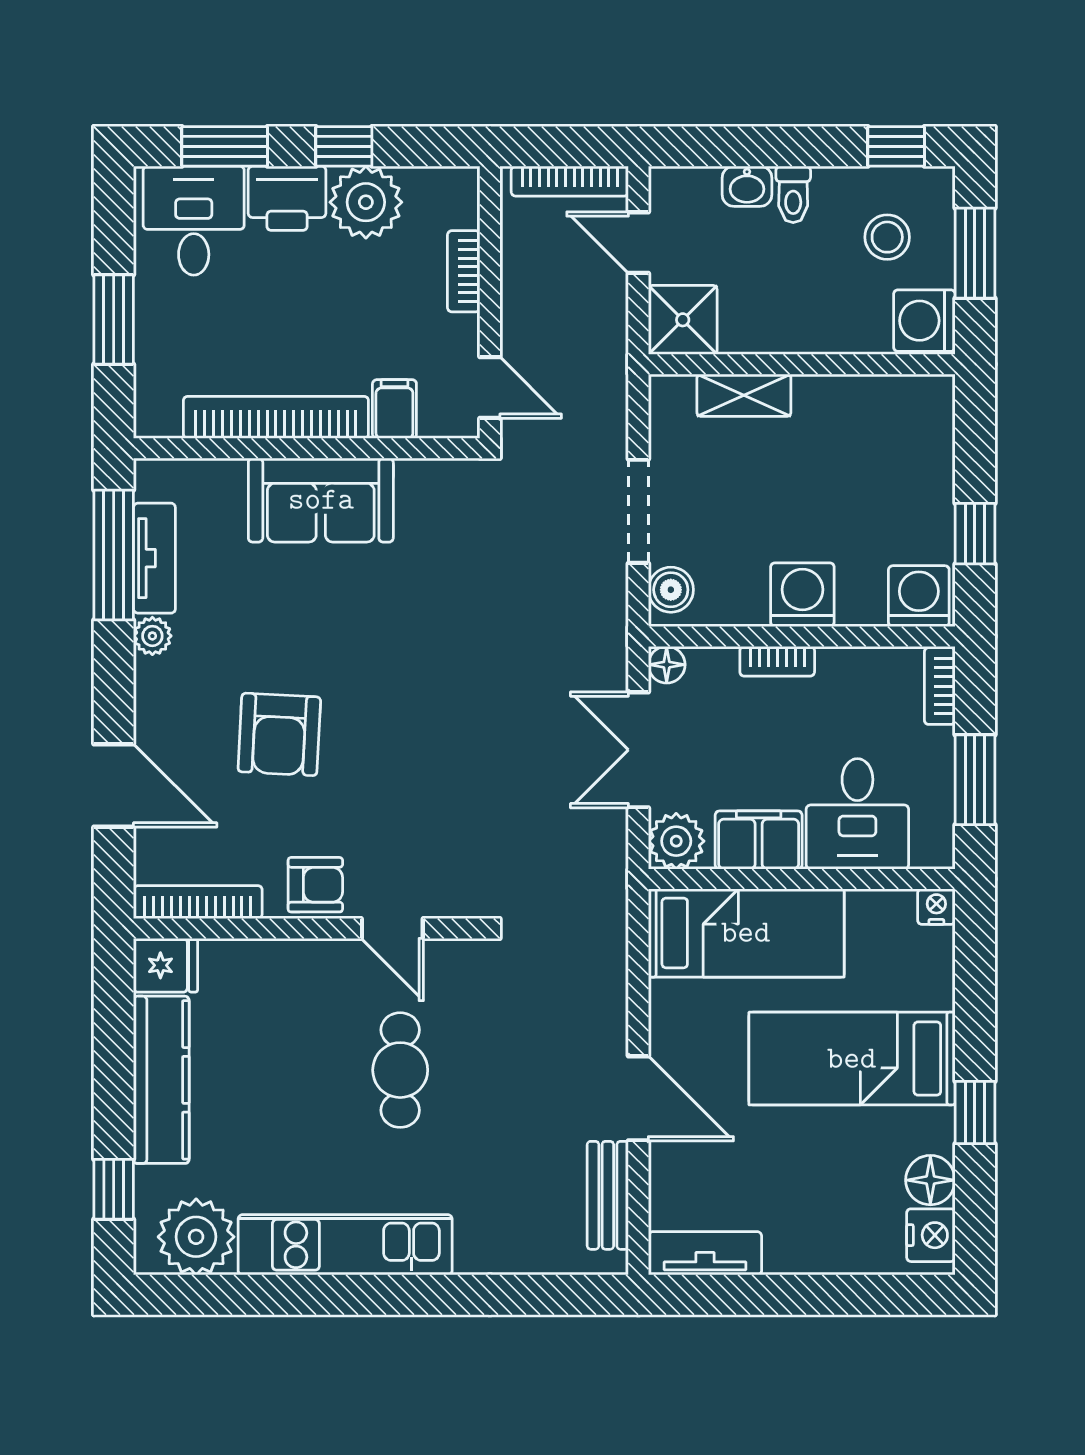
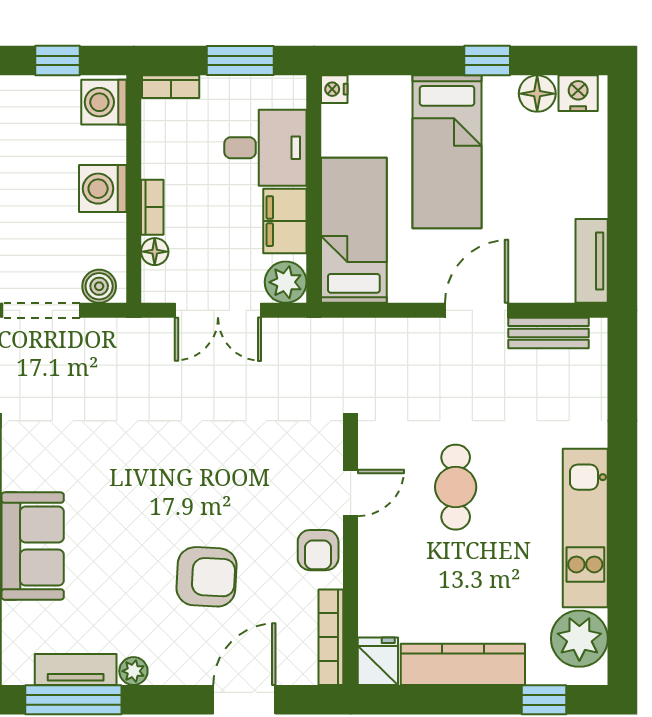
floor lamp: (667, 665) -> (155, 252), moved
armchair: (315, 885) -> (318, 550), turned 180
cafe table: (400, 1070) -> (456, 487), turned 90

